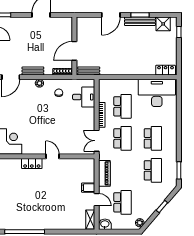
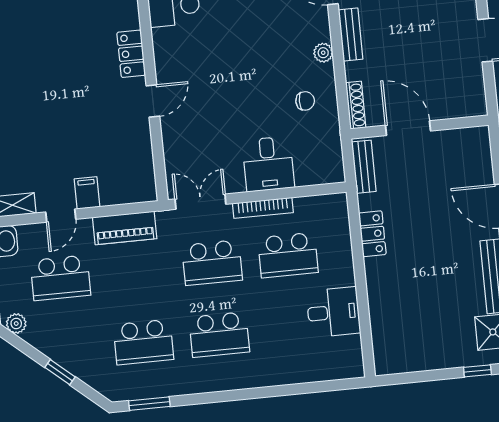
locker: (166, 70) -> (372, 234), moved
desk: (157, 93) -> (333, 312), width x0.53, depth x0.77
desk: (84, 97) -> (268, 164), moved

